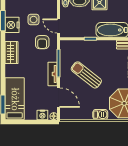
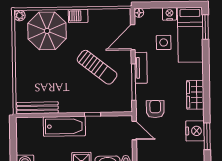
side table: (34, 20) -> (164, 42), moved
door: (59, 98) -> (133, 37), hinge flipped
nightstand: (42, 115) -> (169, 14), moved

